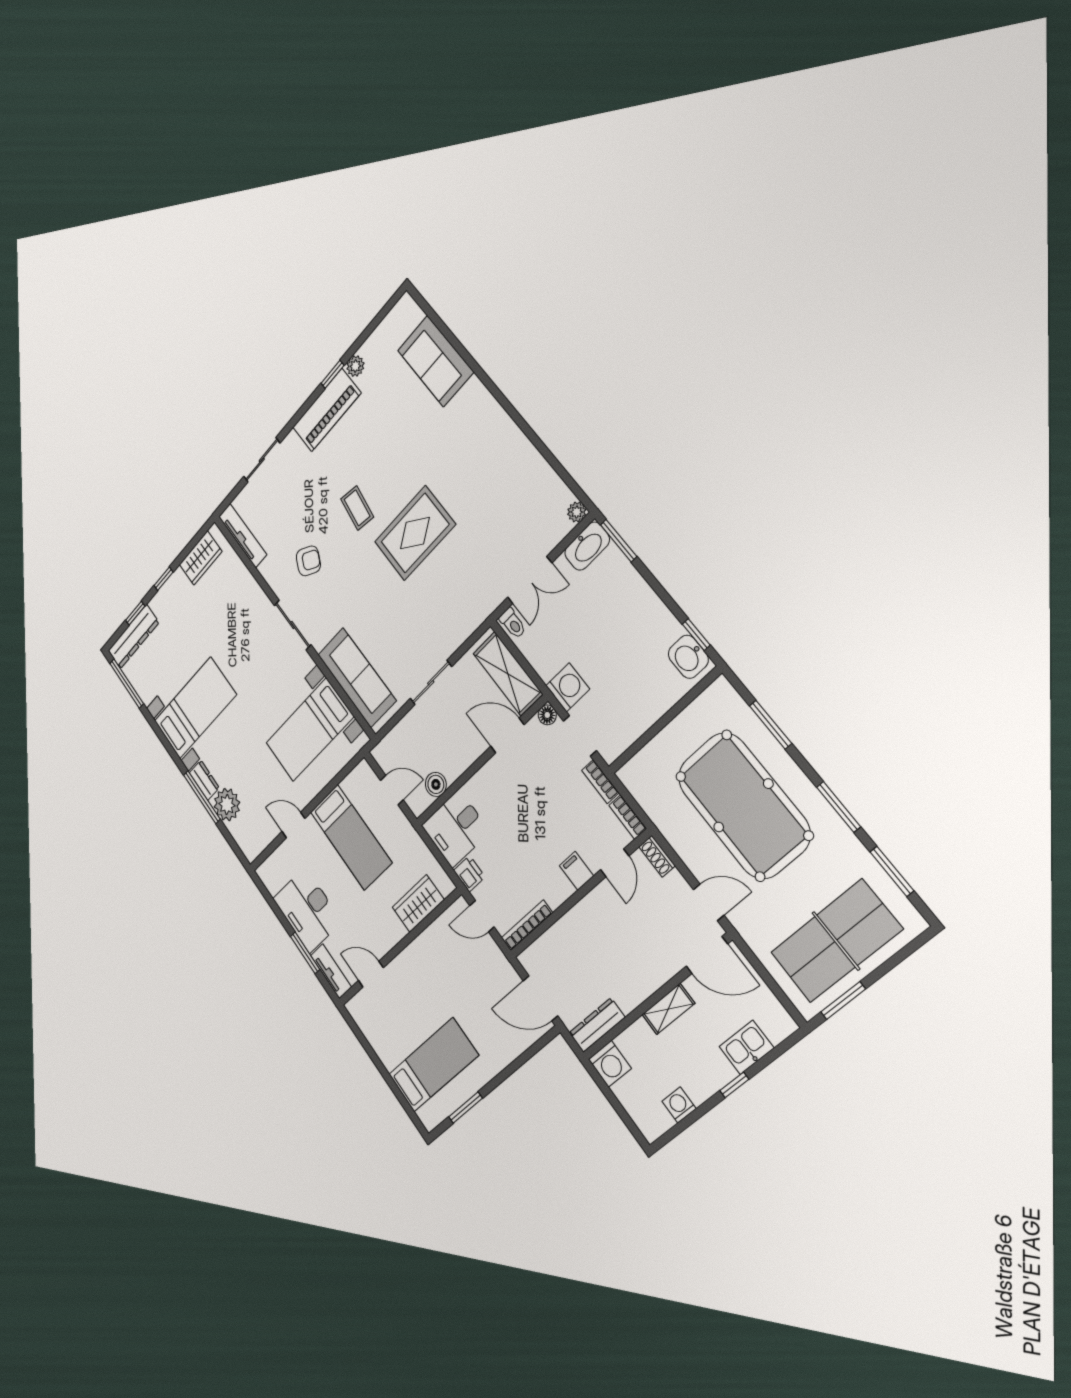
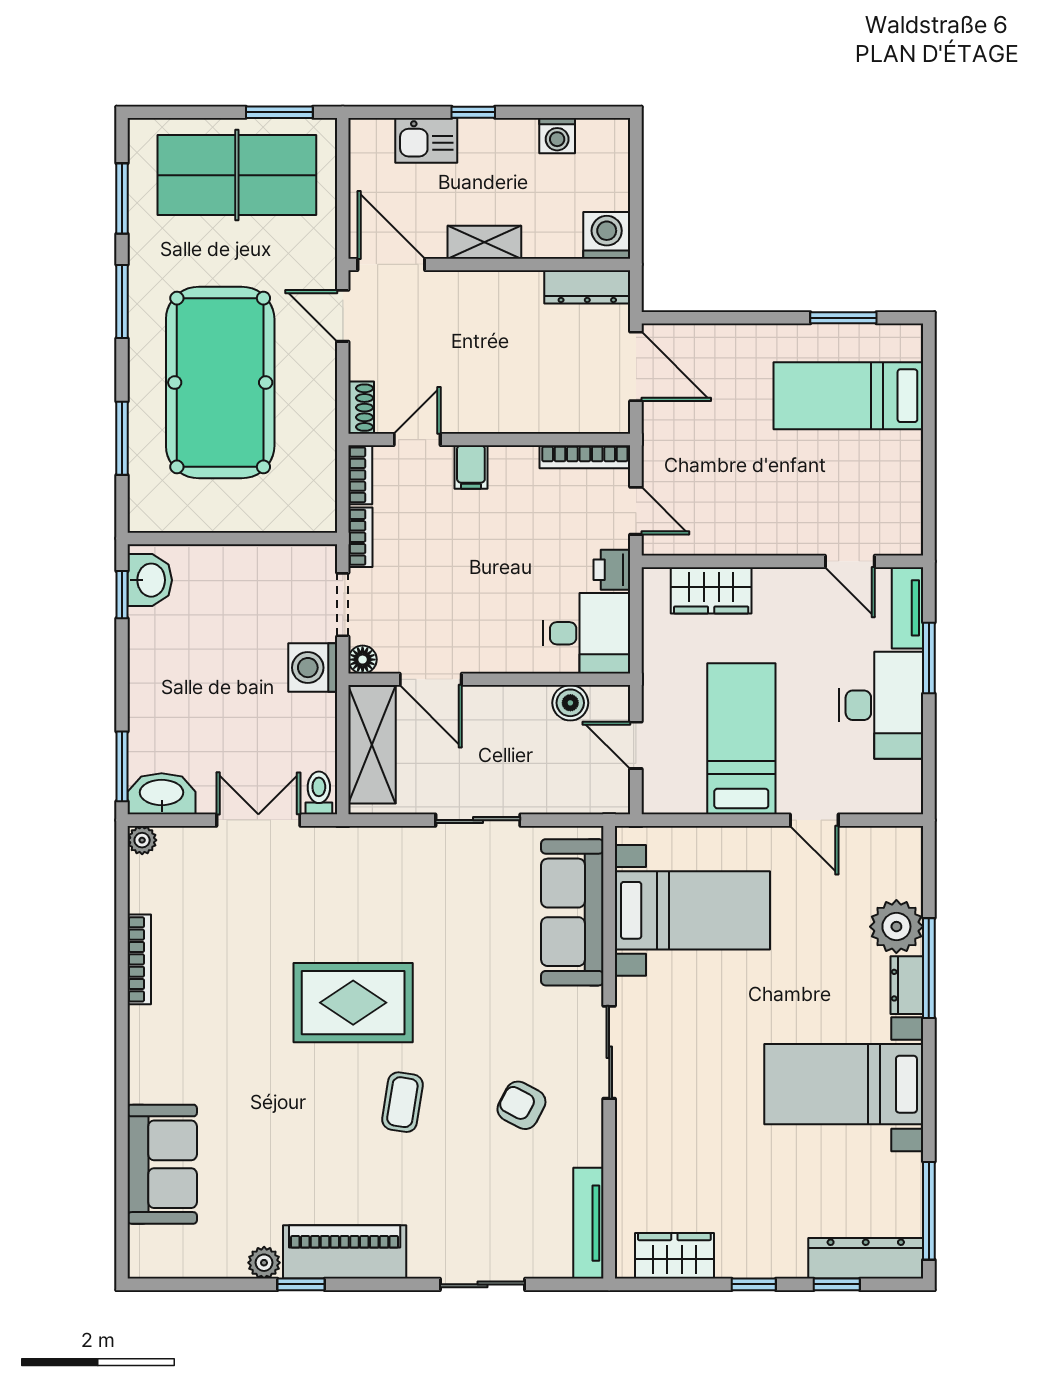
bookcase: (528, 450) -> (139, 959), added

